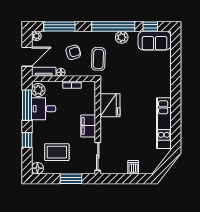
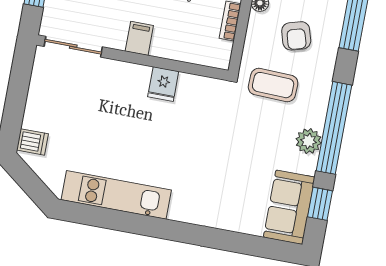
fridge: (110, 105) -> (163, 84), width x0.53, depth x0.75
filing cabinet: (88, 126) -> (139, 38), width x0.50
dishwasher: (133, 167) -> (32, 142), moved

